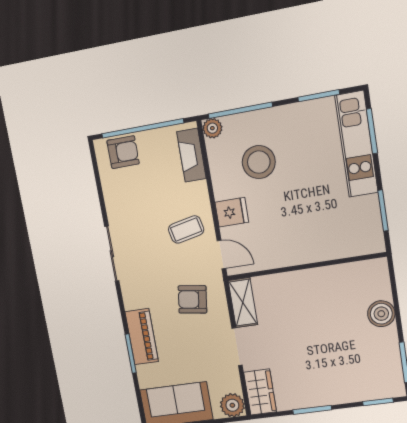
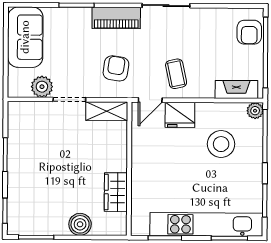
kitchen unit: (356, 144) -> (206, 224), width x1.36
fridge: (232, 212) -> (180, 115), width x1.38
piano: (142, 337) -> (116, 18), moved
wardrobe: (260, 392) -> (116, 192), moved, turned 90
plant: (232, 405) -> (42, 87), moved

